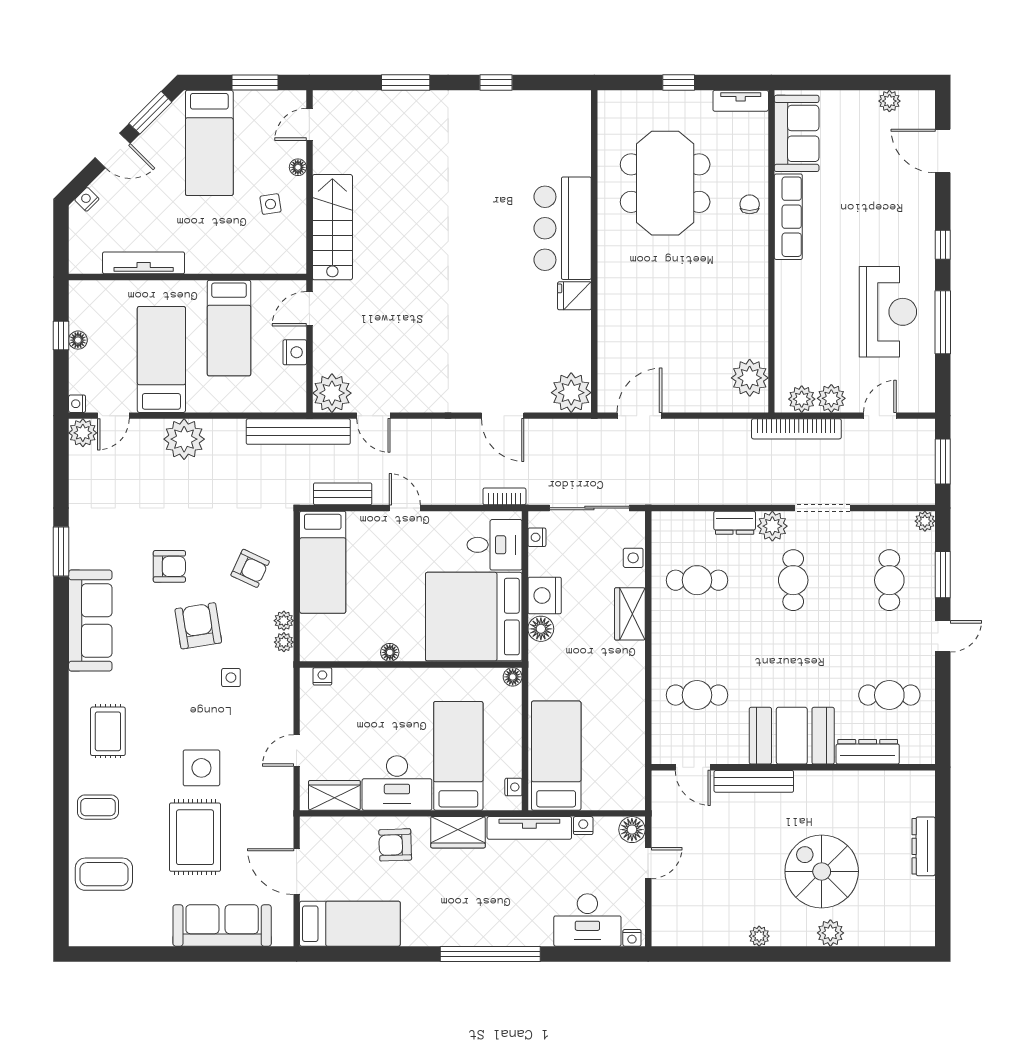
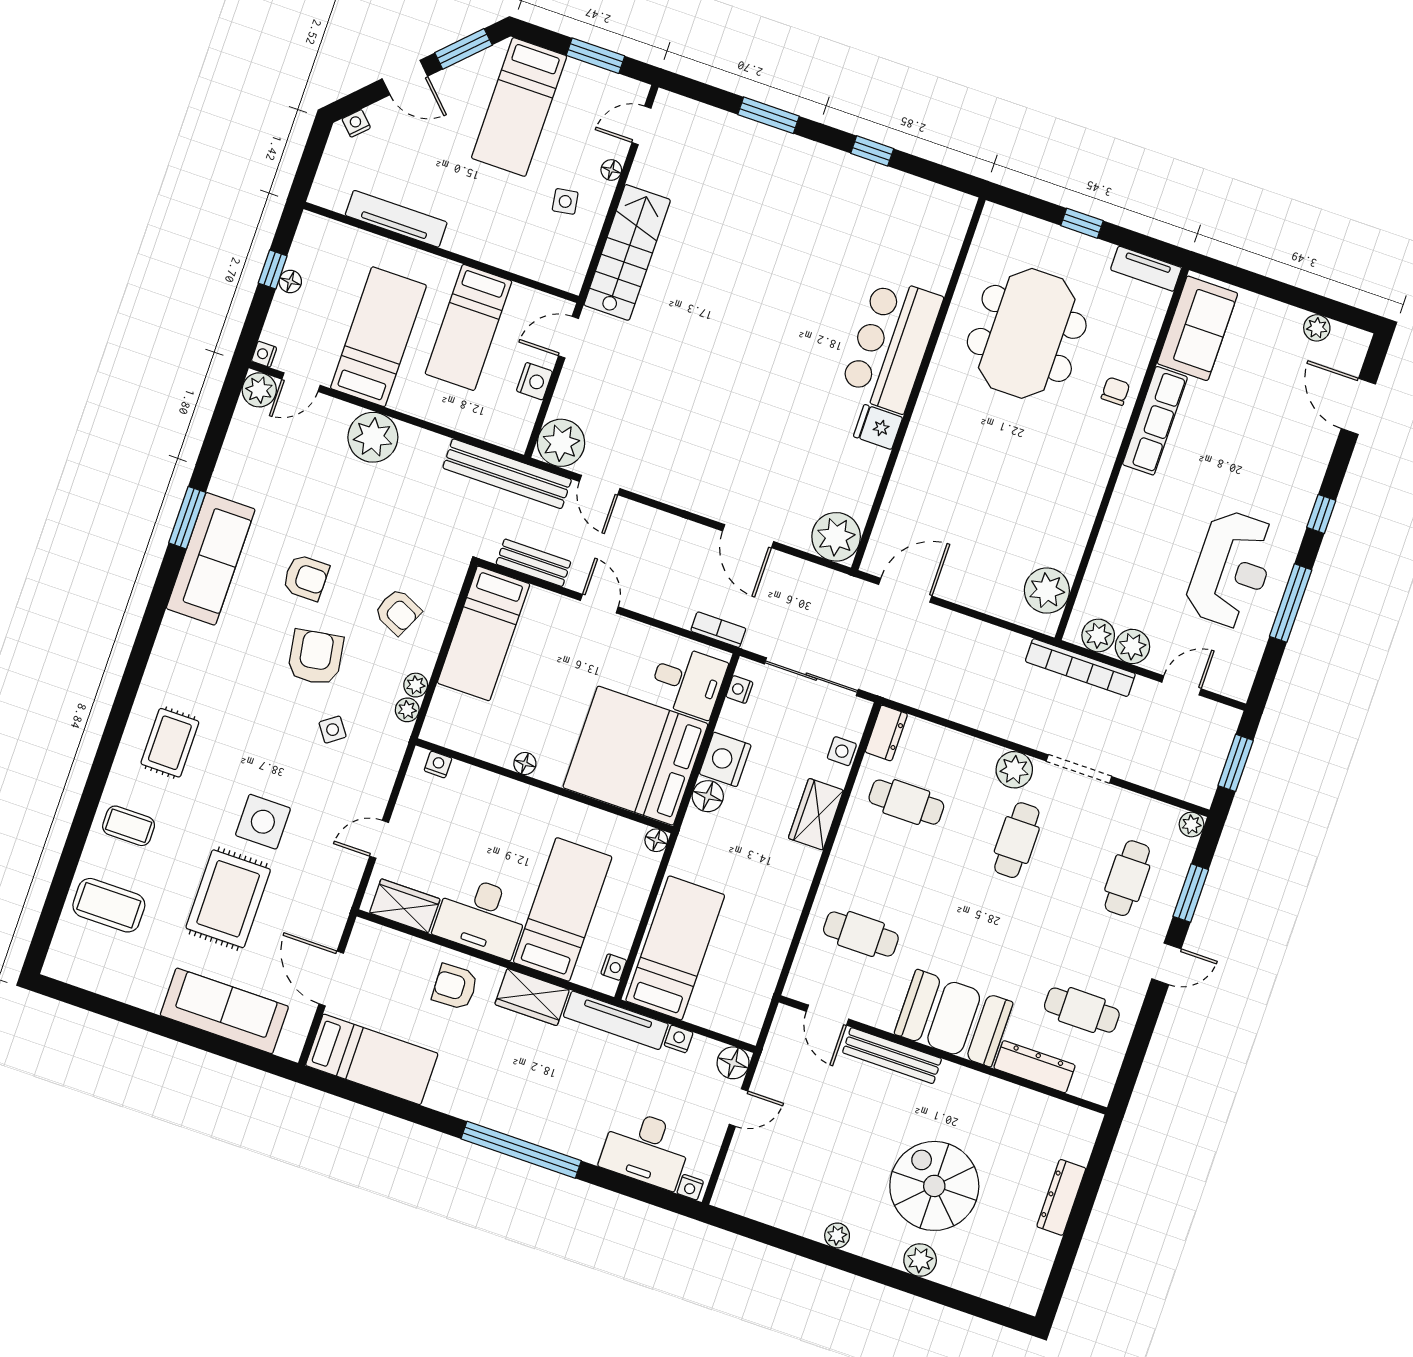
dresser: (735, 523) -> (886, 733), moved, turned -90
sofa: (90, 620) -> (211, 559), moved
side table: (231, 678) -> (333, 730), turned -36

